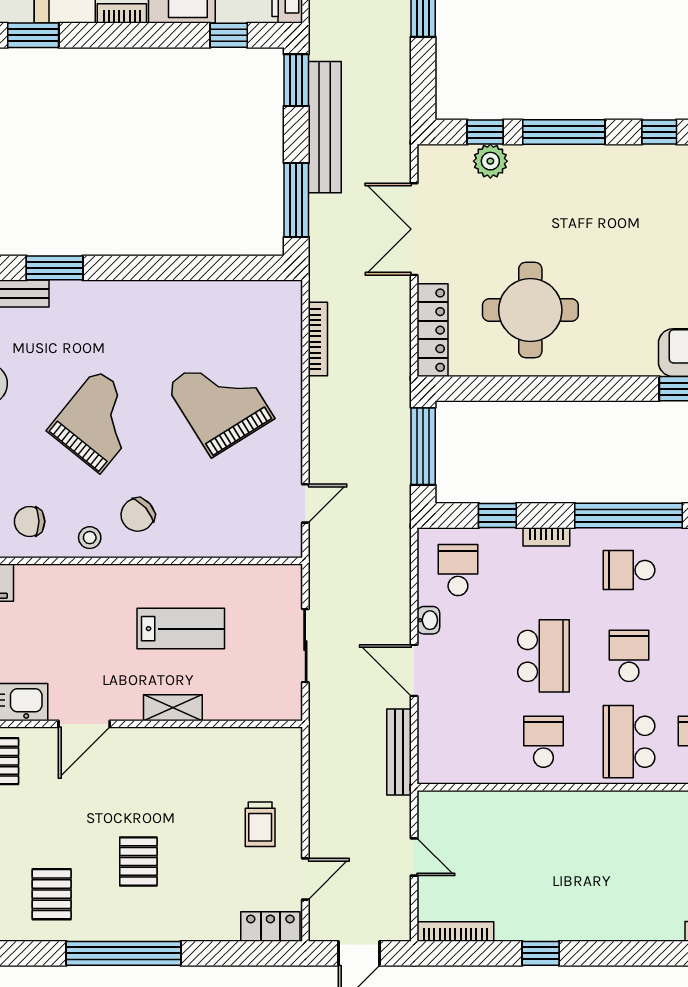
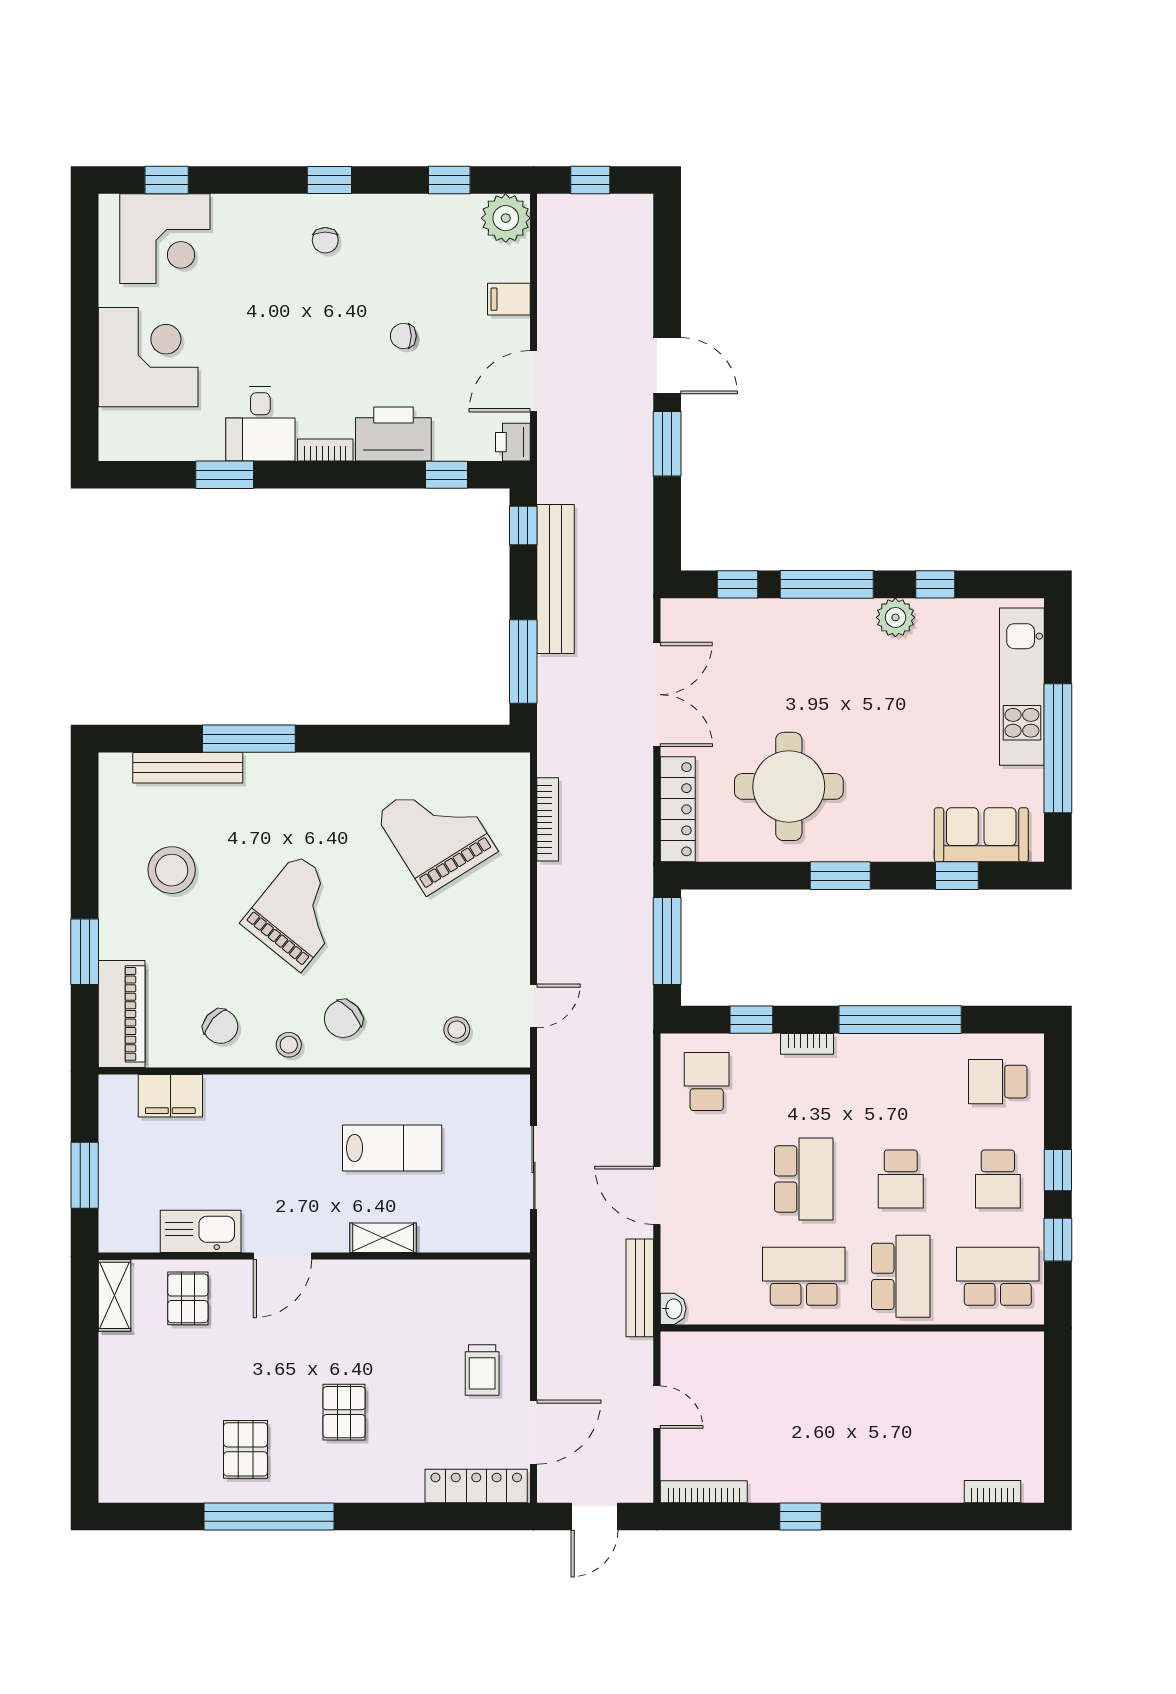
window: (296, 80) -> (523, 525), width x0.67
plant: (490, 161) -> (895, 617), moved
double door: (414, 229) -> (657, 695), swing flipped
window: (55, 268) -> (249, 739), width x1.44
window: (576, 389) -> (840, 876), added
grand piano: (220, 402) -> (436, 832), moved
chair: (30, 521) -> (221, 1026), turned -139
stool: (238, 524) -> (457, 1030), added
school desk: (629, 570) -> (901, 1082), removed
washbasin: (428, 620) -> (673, 1309), moved
school desk: (629, 656) -> (901, 1179), turned 180
school desk: (543, 742) -> (804, 1276), width x1.85
school desk: (629, 742) -> (901, 1276), turned 180
door: (305, 879) -> (534, 1432), width x1.38
locker: (270, 926) -> (476, 1486), width x1.53
window: (124, 953) -> (269, 1517), moved

